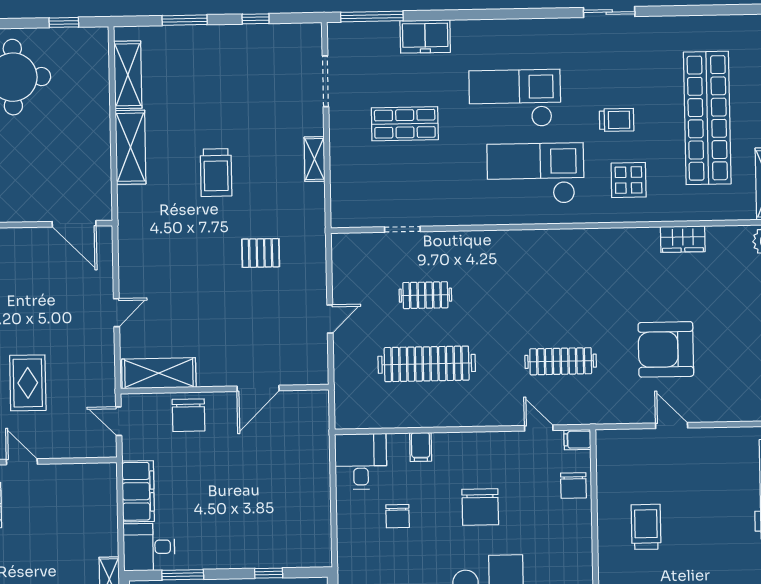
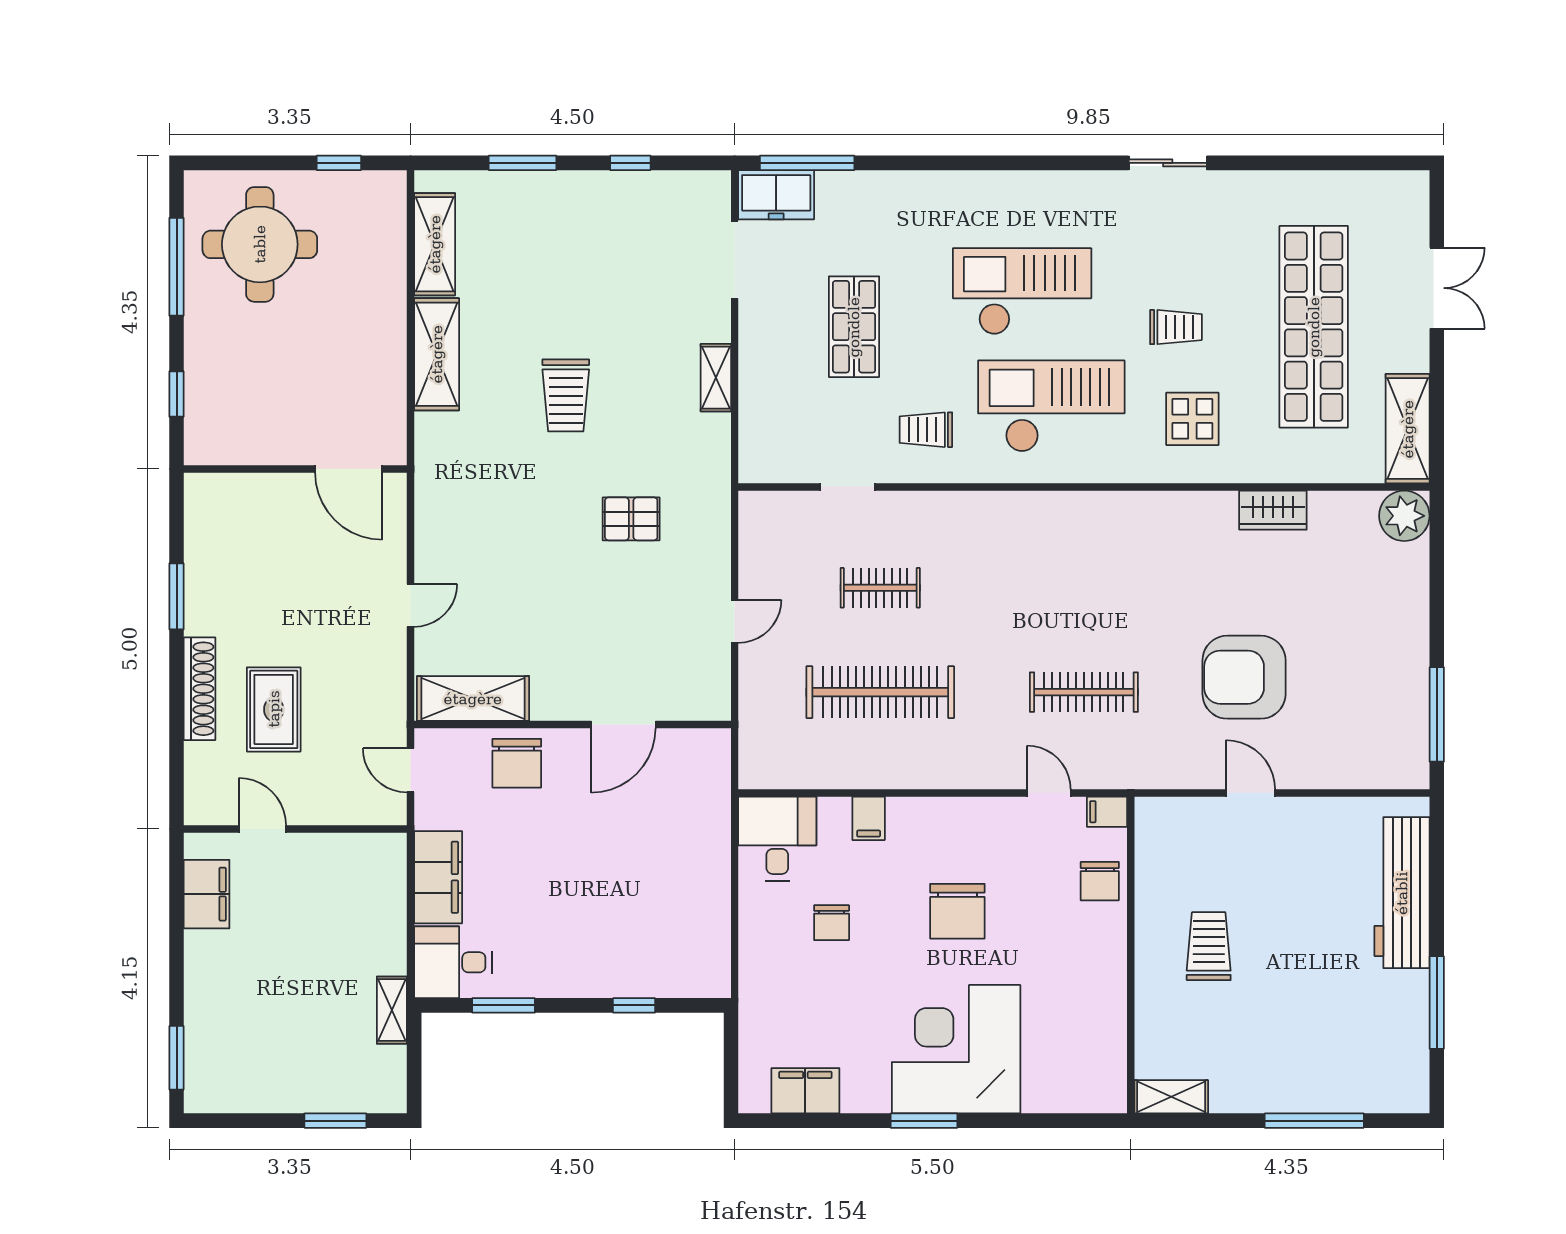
freezer: (425, 37) -> (776, 195), moved
shop shelf: (405, 124) -> (854, 327), turned 90
trolley: (453, 191) -> (926, 430), added

